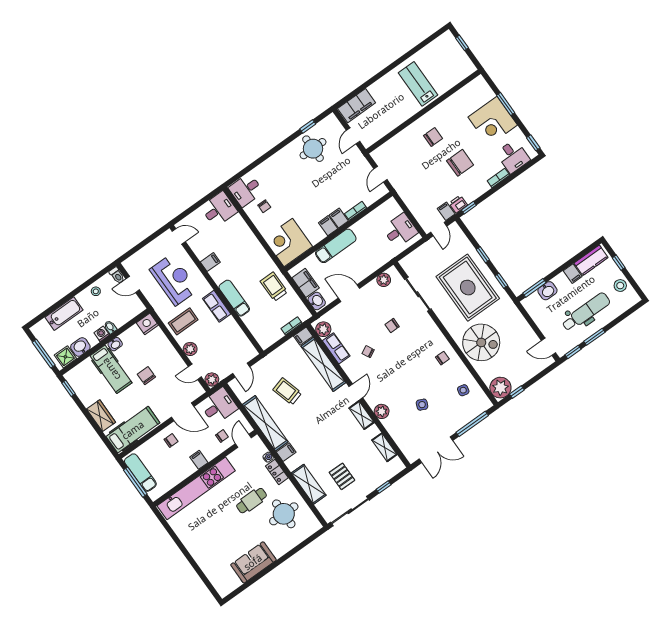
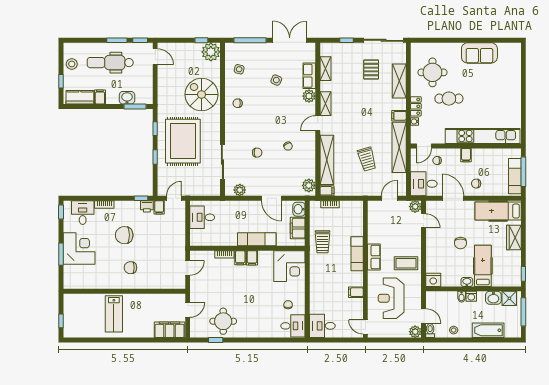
row of seats: (336, 348) -> (309, 76), moved
plant: (190, 349) -> (415, 332), moved

